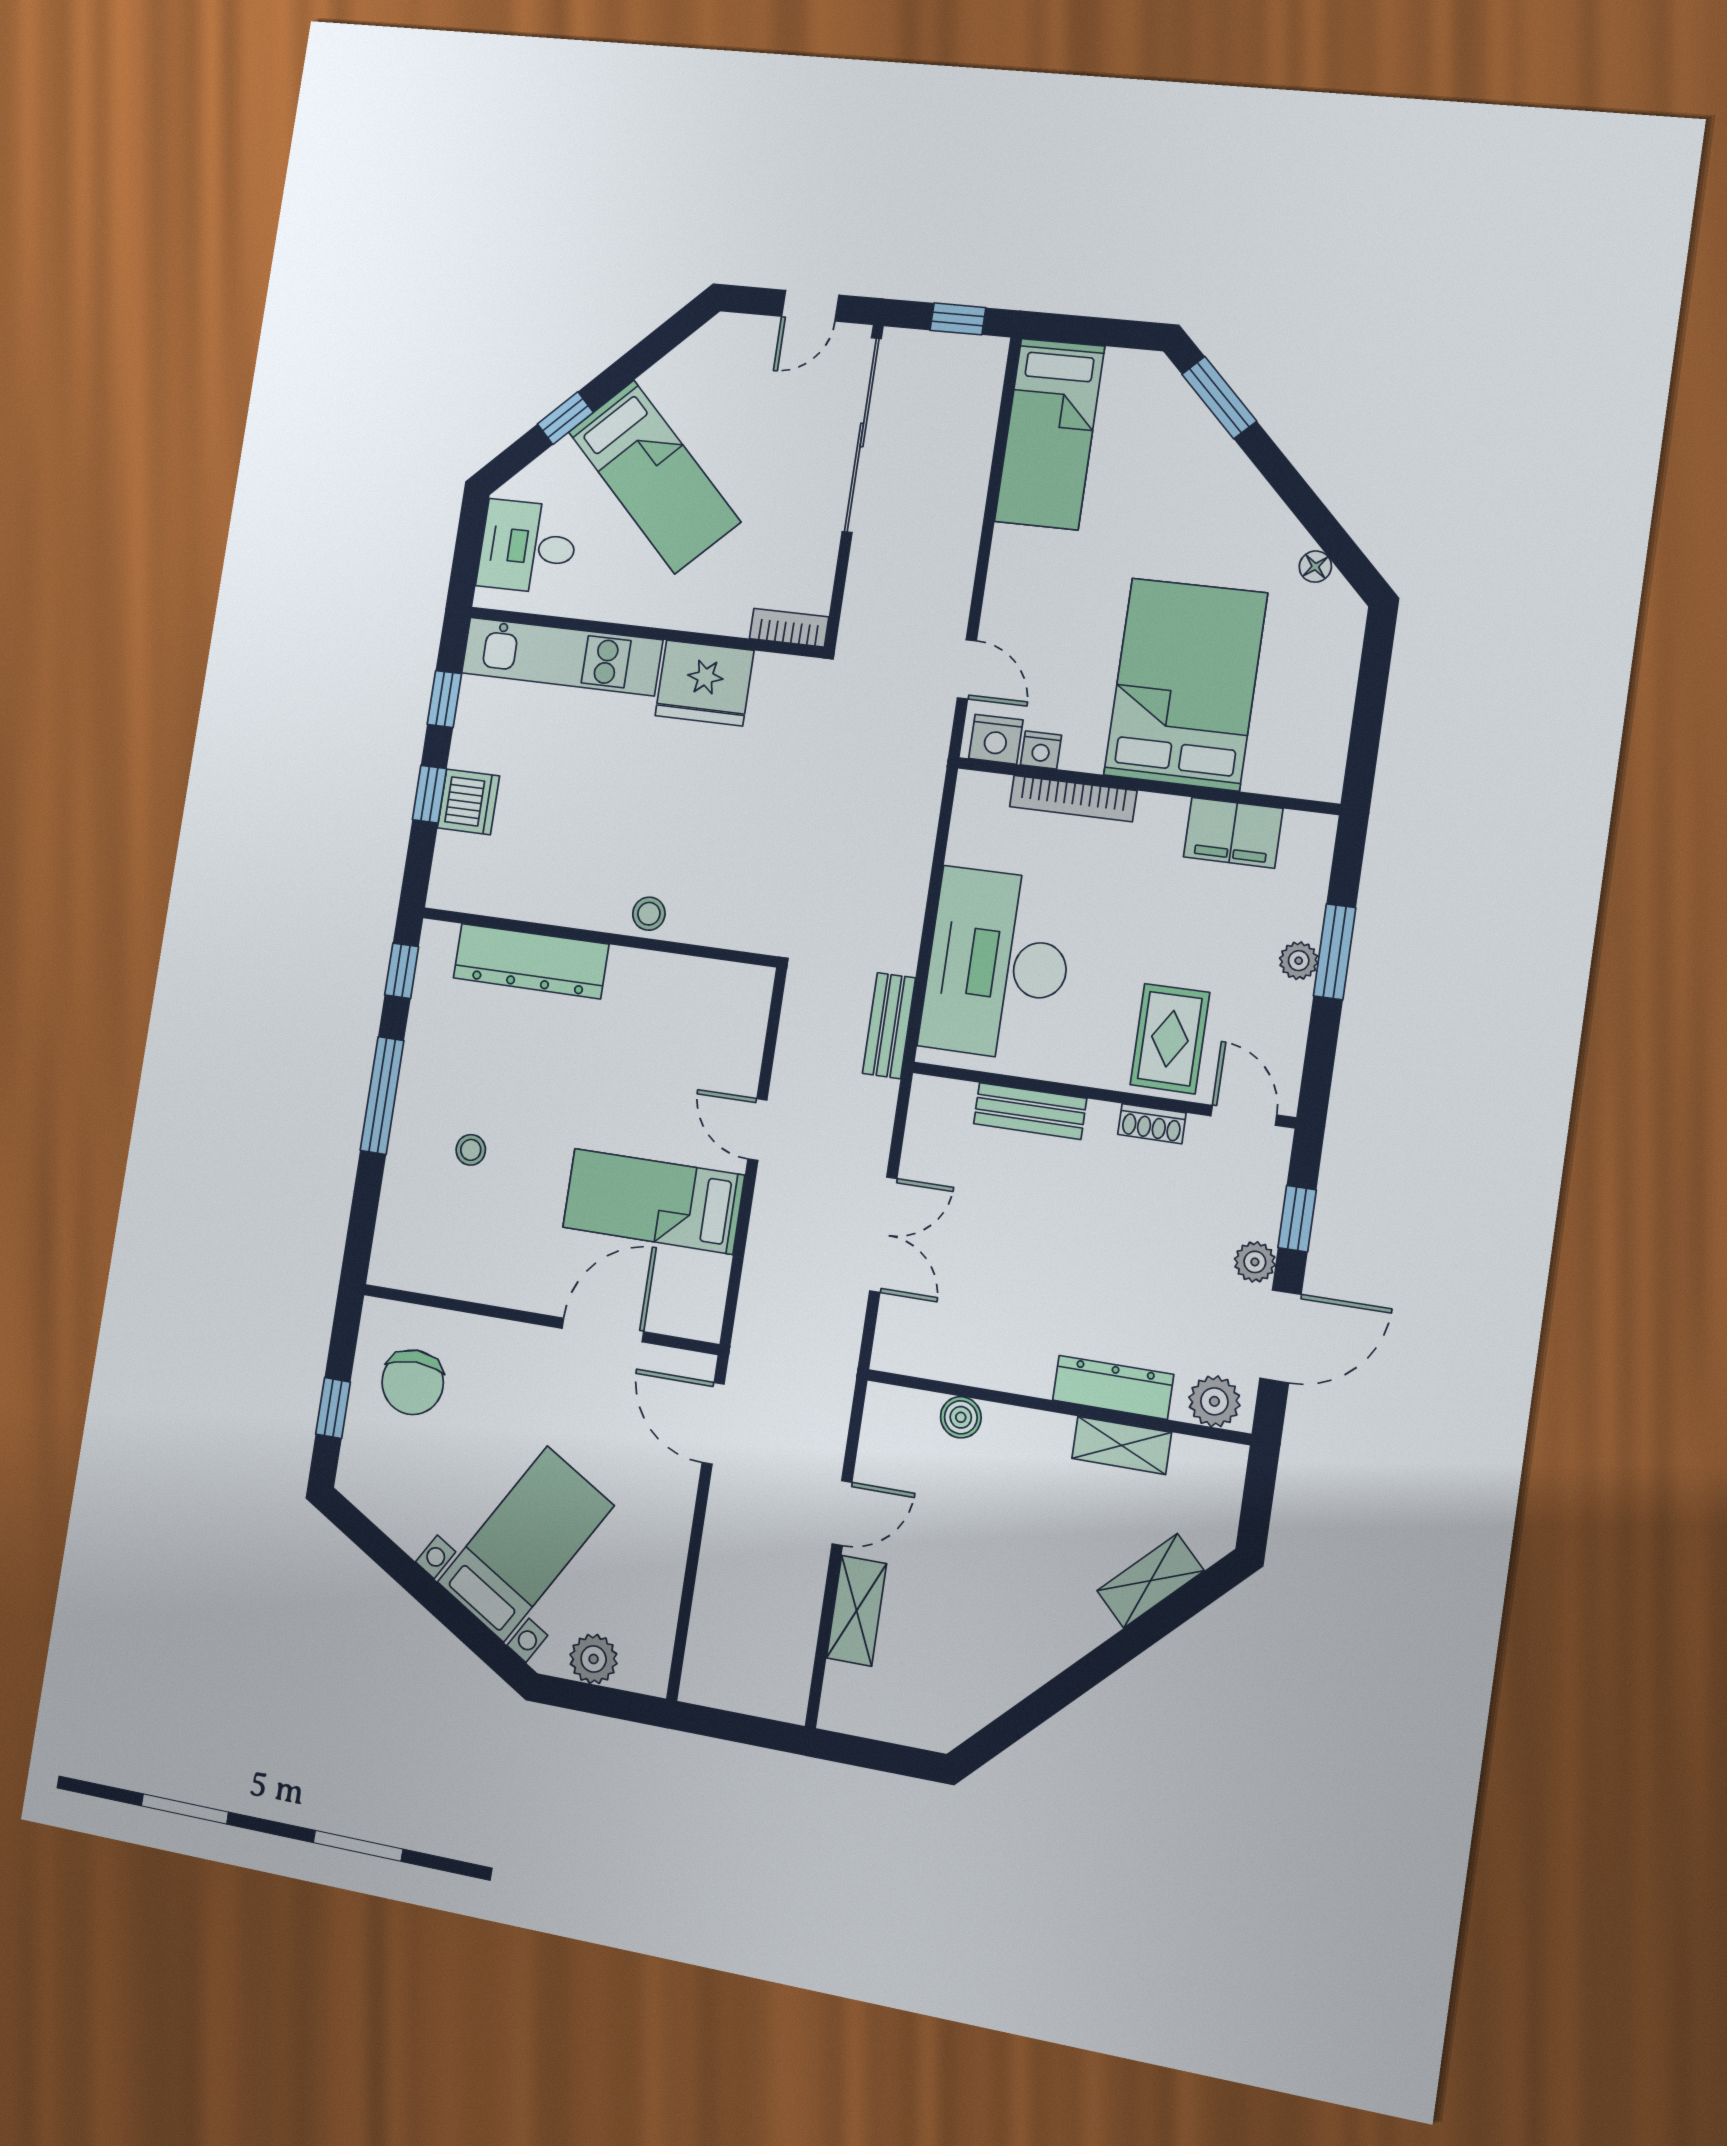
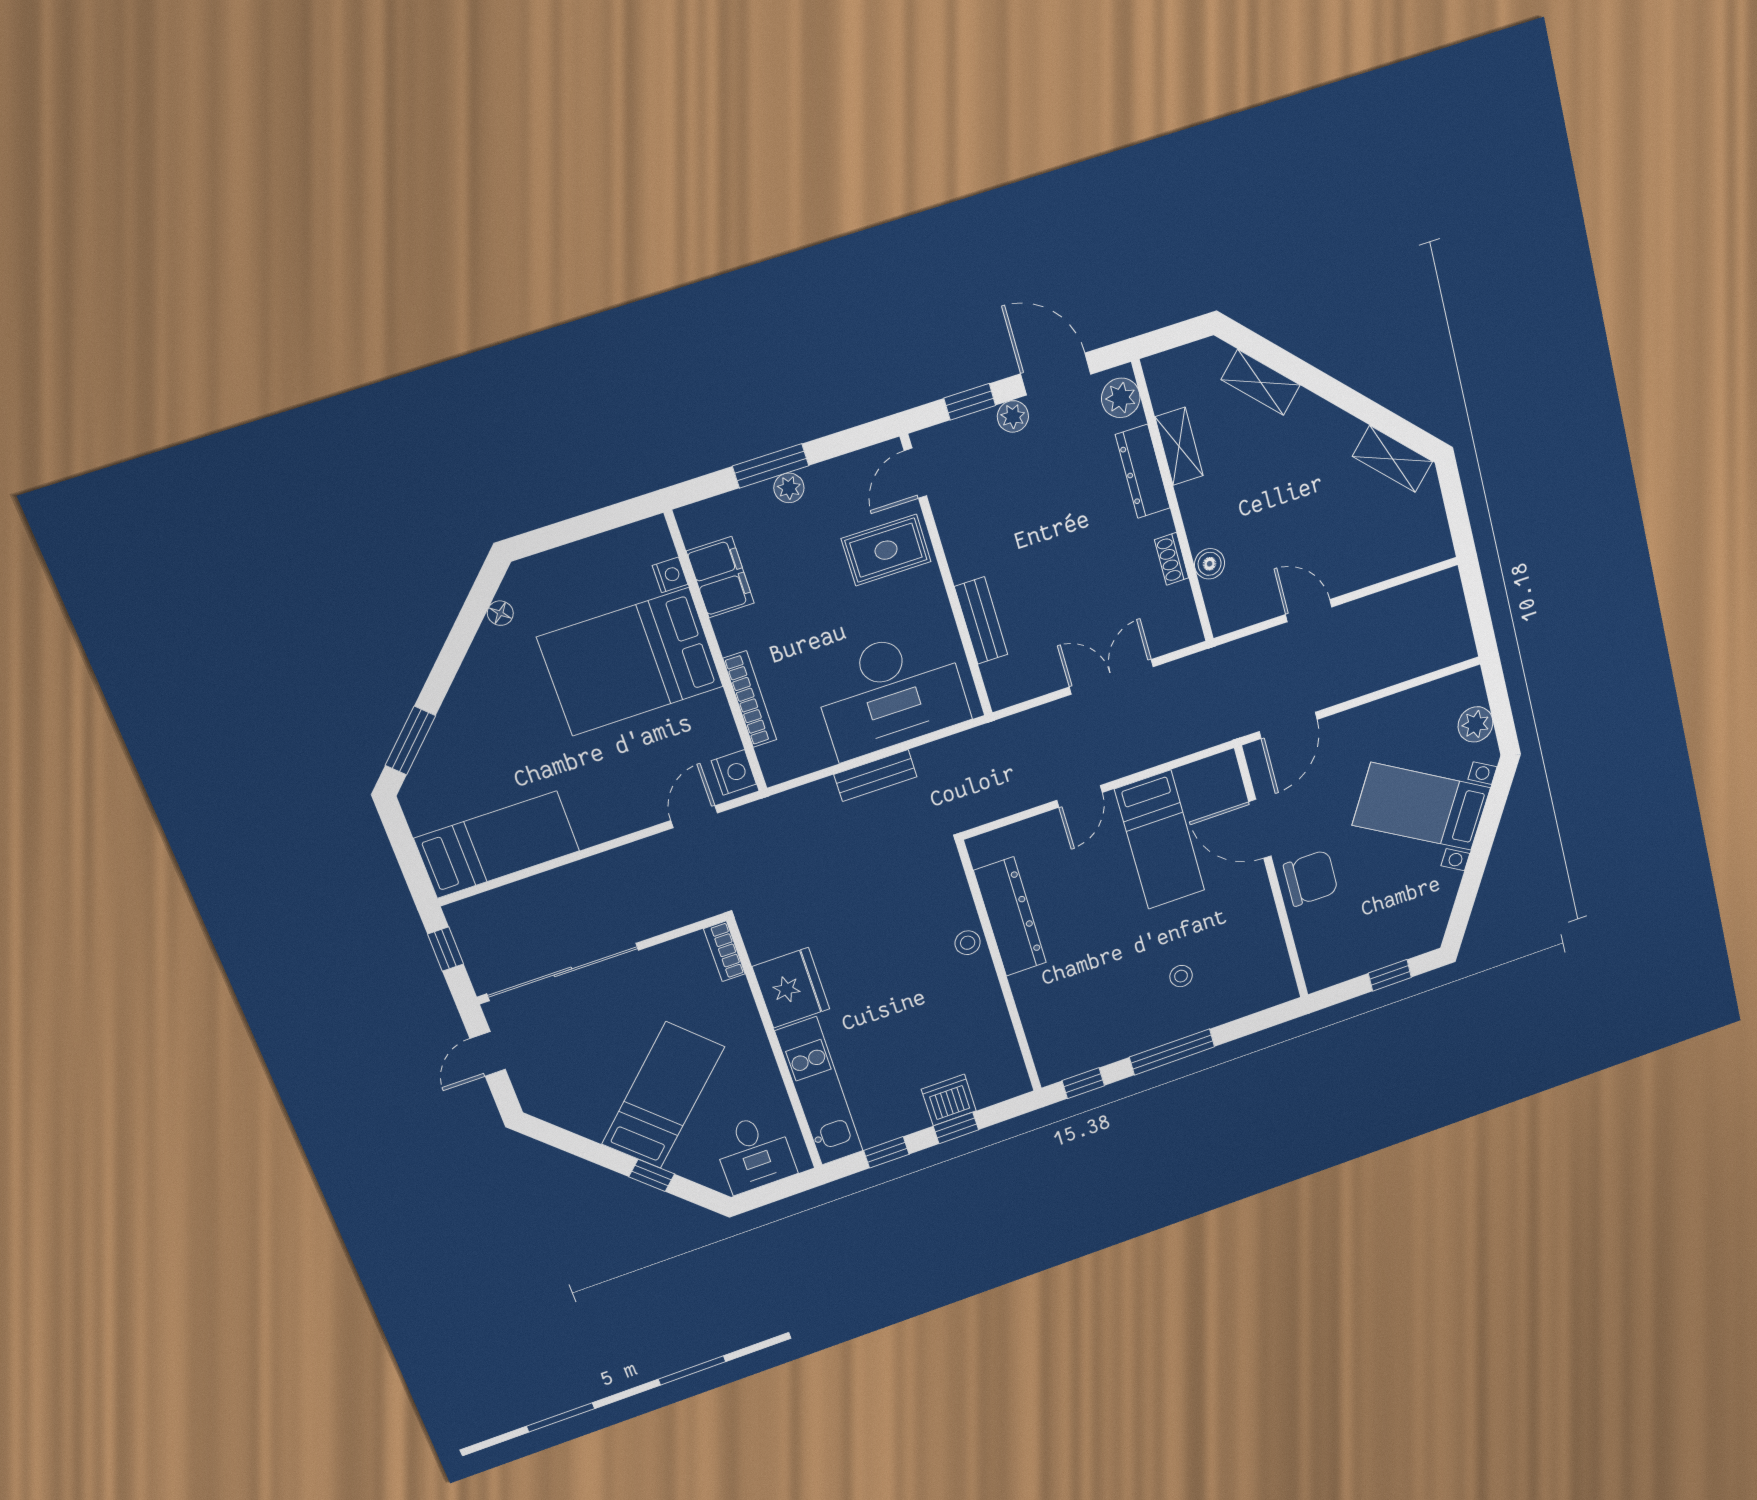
door: (810, 306) -> (488, 1054), swing flipped
nightstand: (1041, 750) -> (670, 575), moved
dresser: (531, 961) -> (1010, 917), moved
bench: (889, 1026) -> (875, 776), moved
shoe rack: (1152, 1124) -> (1172, 559), moved, turned 180
chair: (413, 1382) -> (1311, 878), moved
shelving: (857, 1611) -> (1392, 459), moved, turned 45

